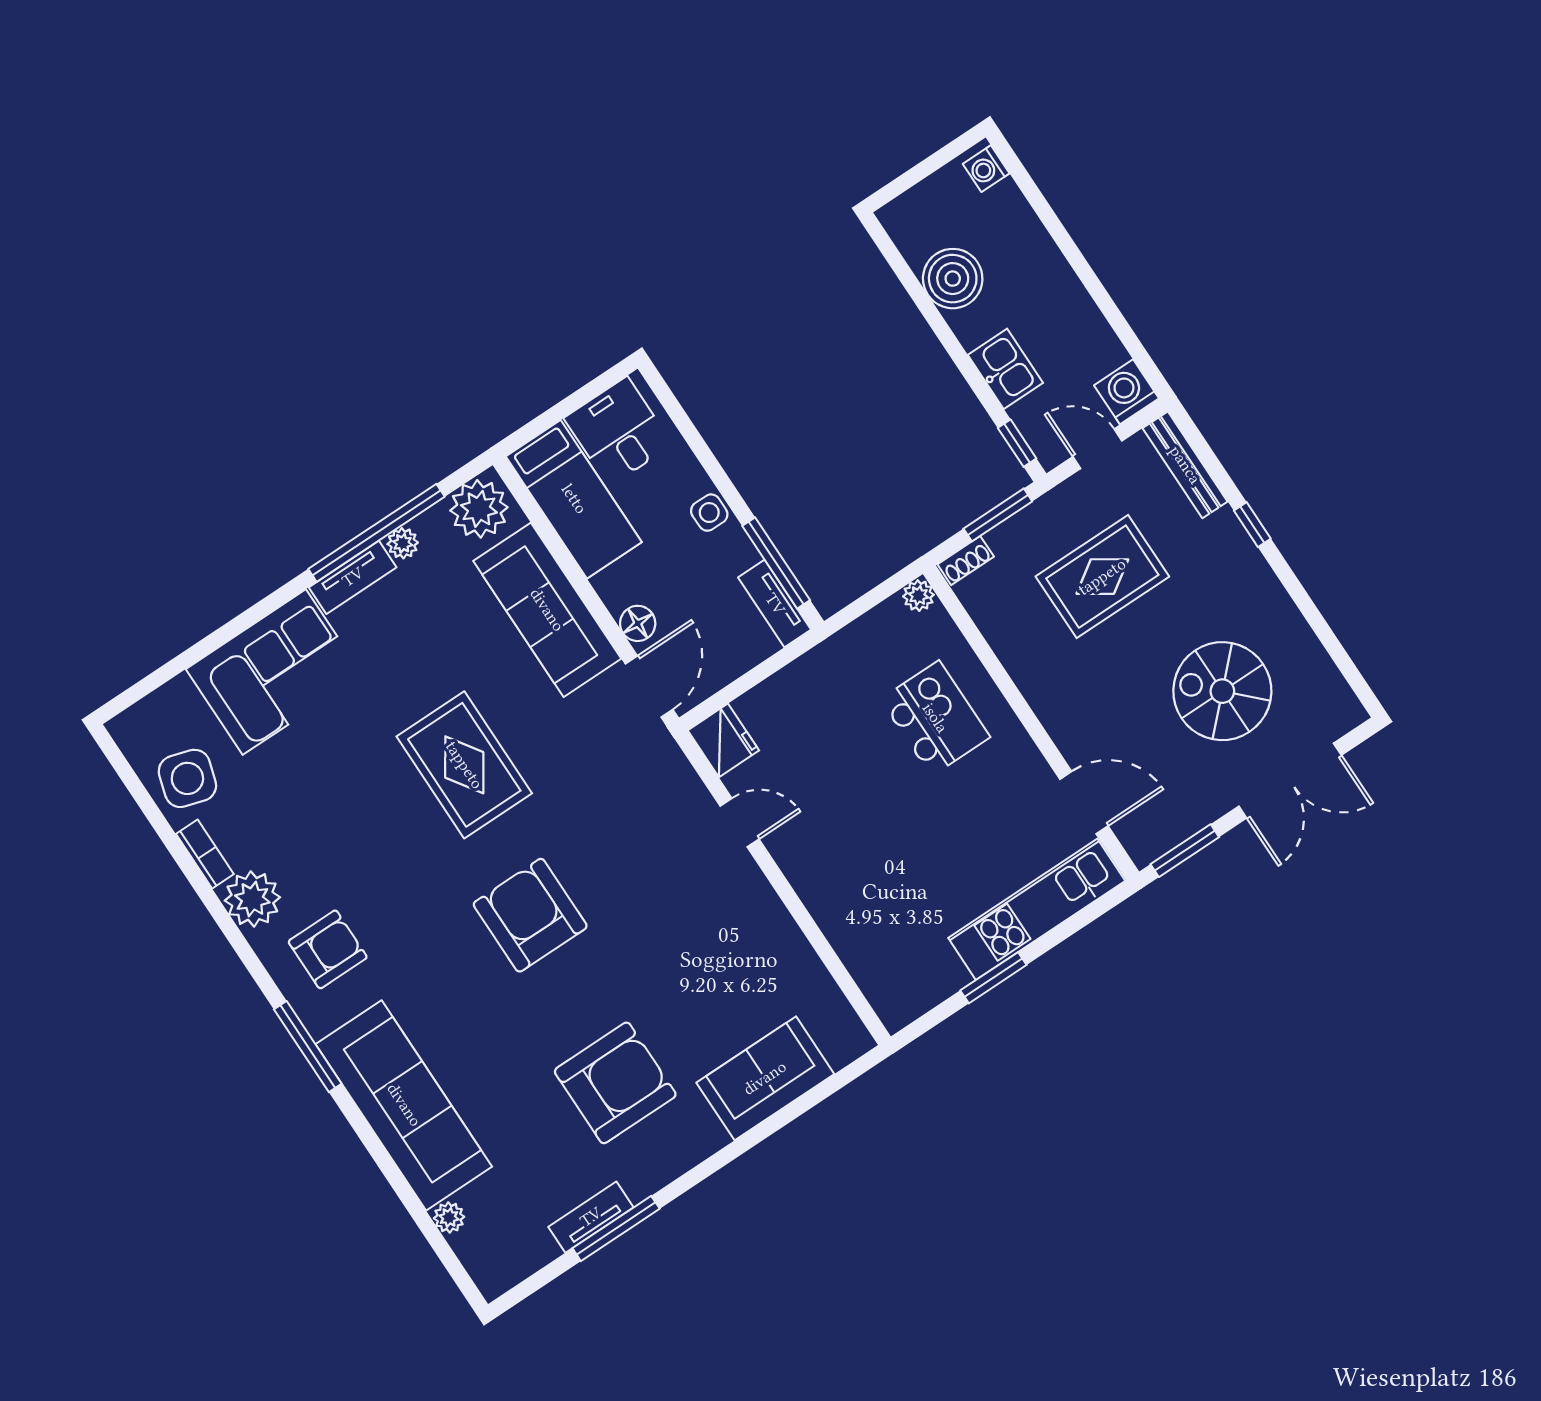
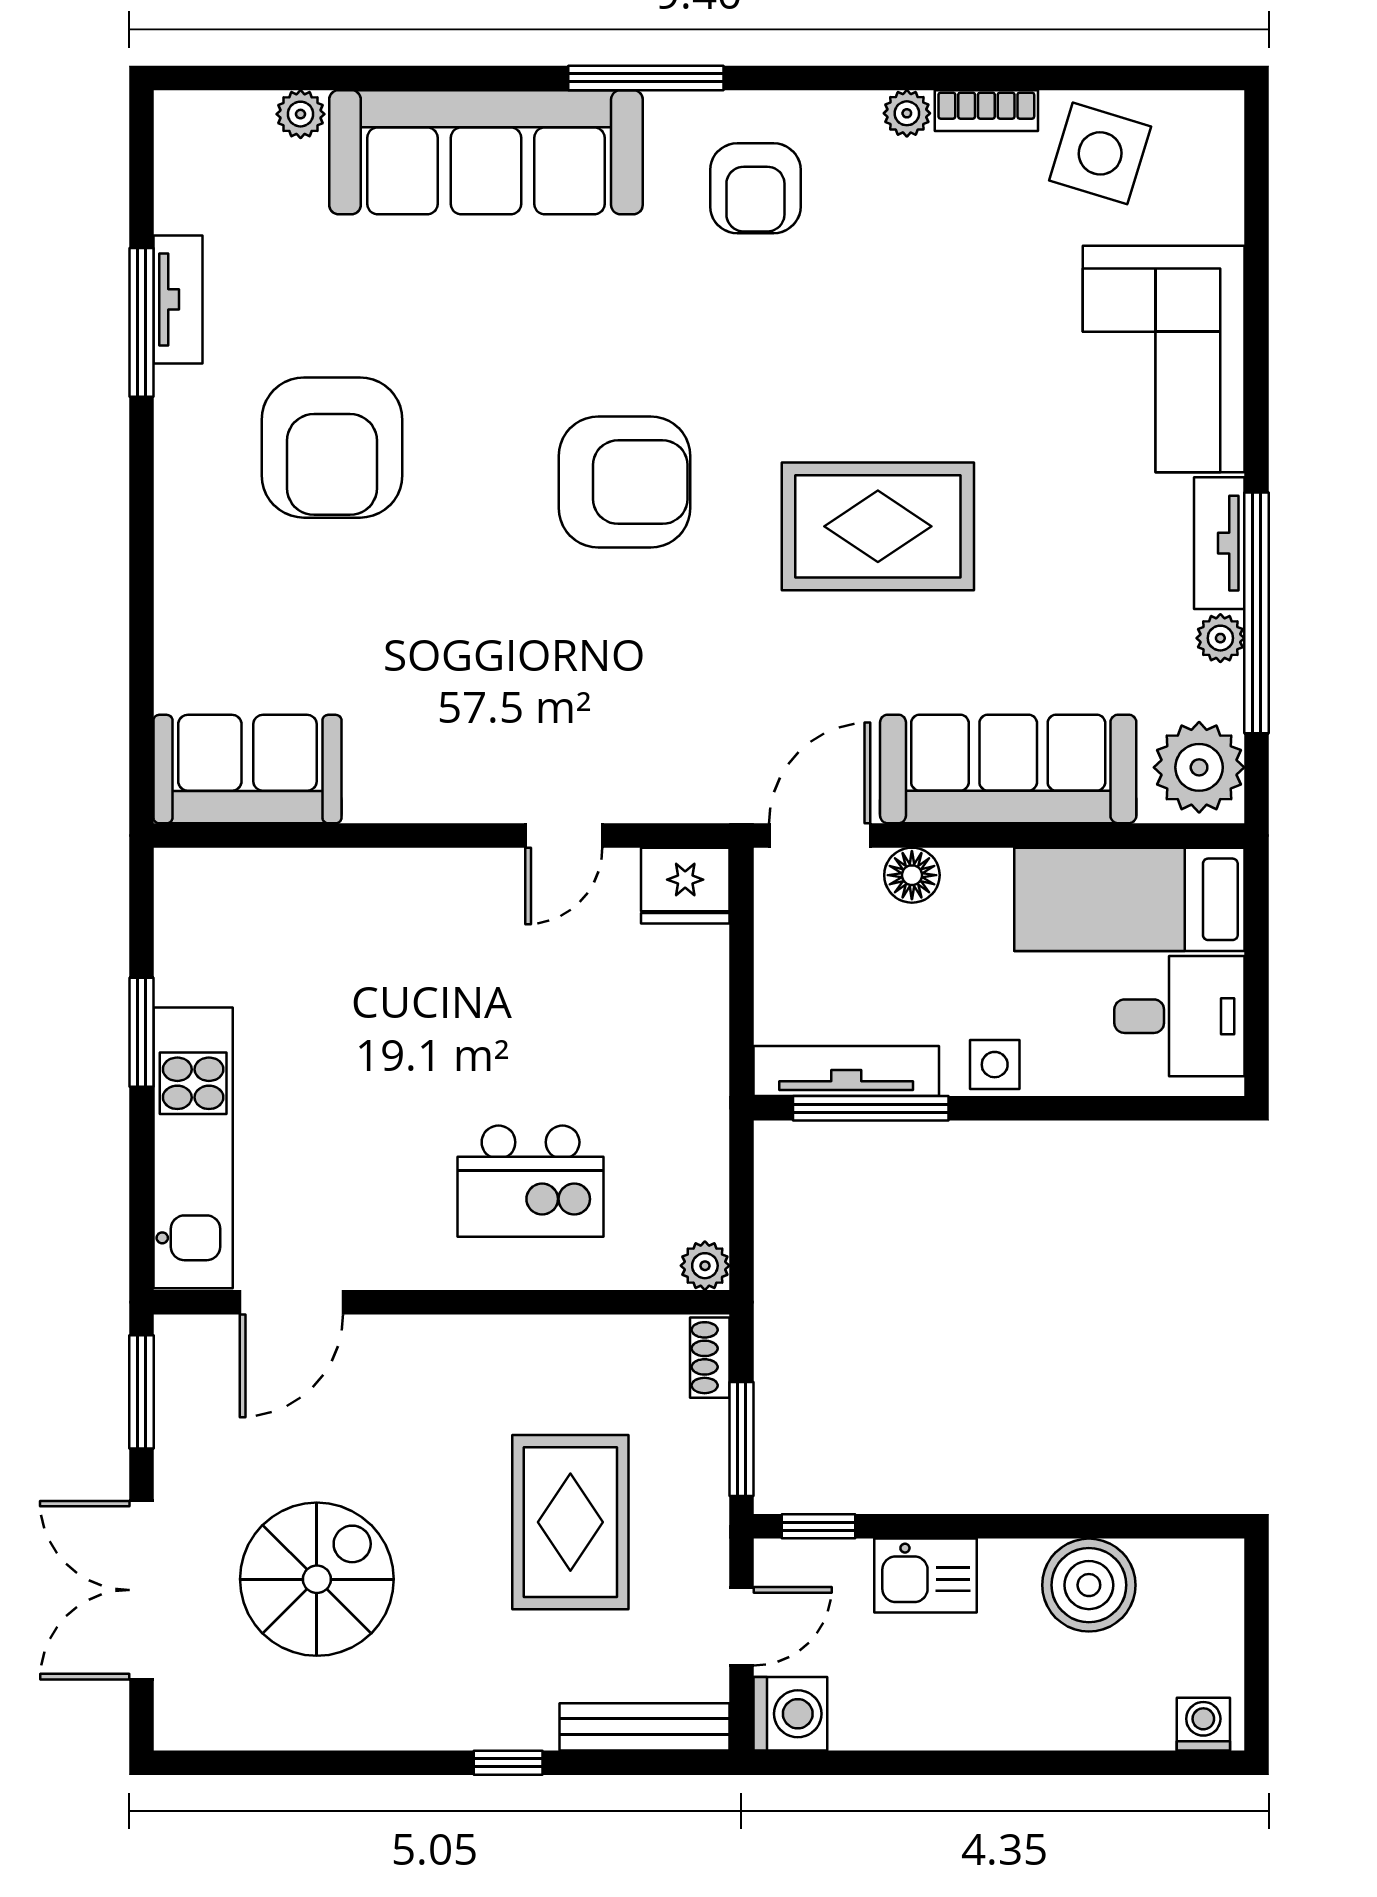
tv unit: (775, 604) -> (846, 1071), width x1.41
door: (649, 687) -> (820, 835), swing flipped
plant: (252, 899) -> (907, 113), width x0.53, depth x0.53
sofa: (765, 1078) -> (247, 769), moved, turned -90

